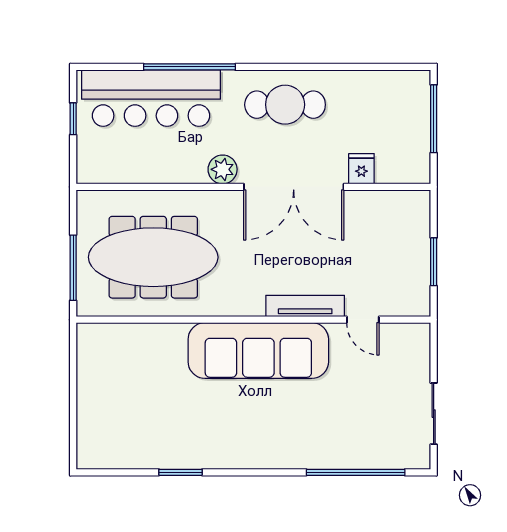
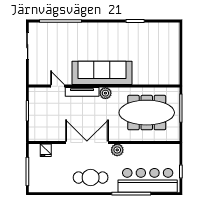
fridge: (361, 169) -> (46, 150), moved
plant: (250, 303) -> (105, 93), added

